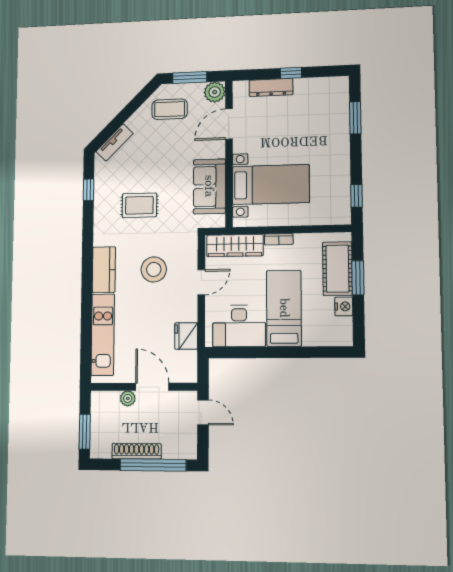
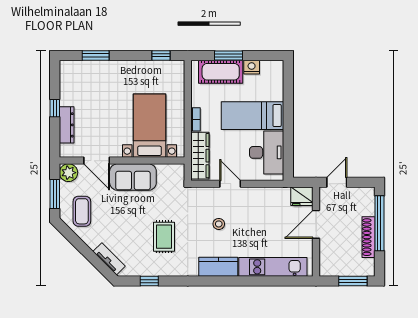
sofa: (209, 186) -> (133, 177), moved
stool: (154, 269) -> (219, 224), width x0.53, depth x0.53
fridge: (186, 336) -> (302, 196), moved
plant: (128, 398) -> (326, 245), removed

